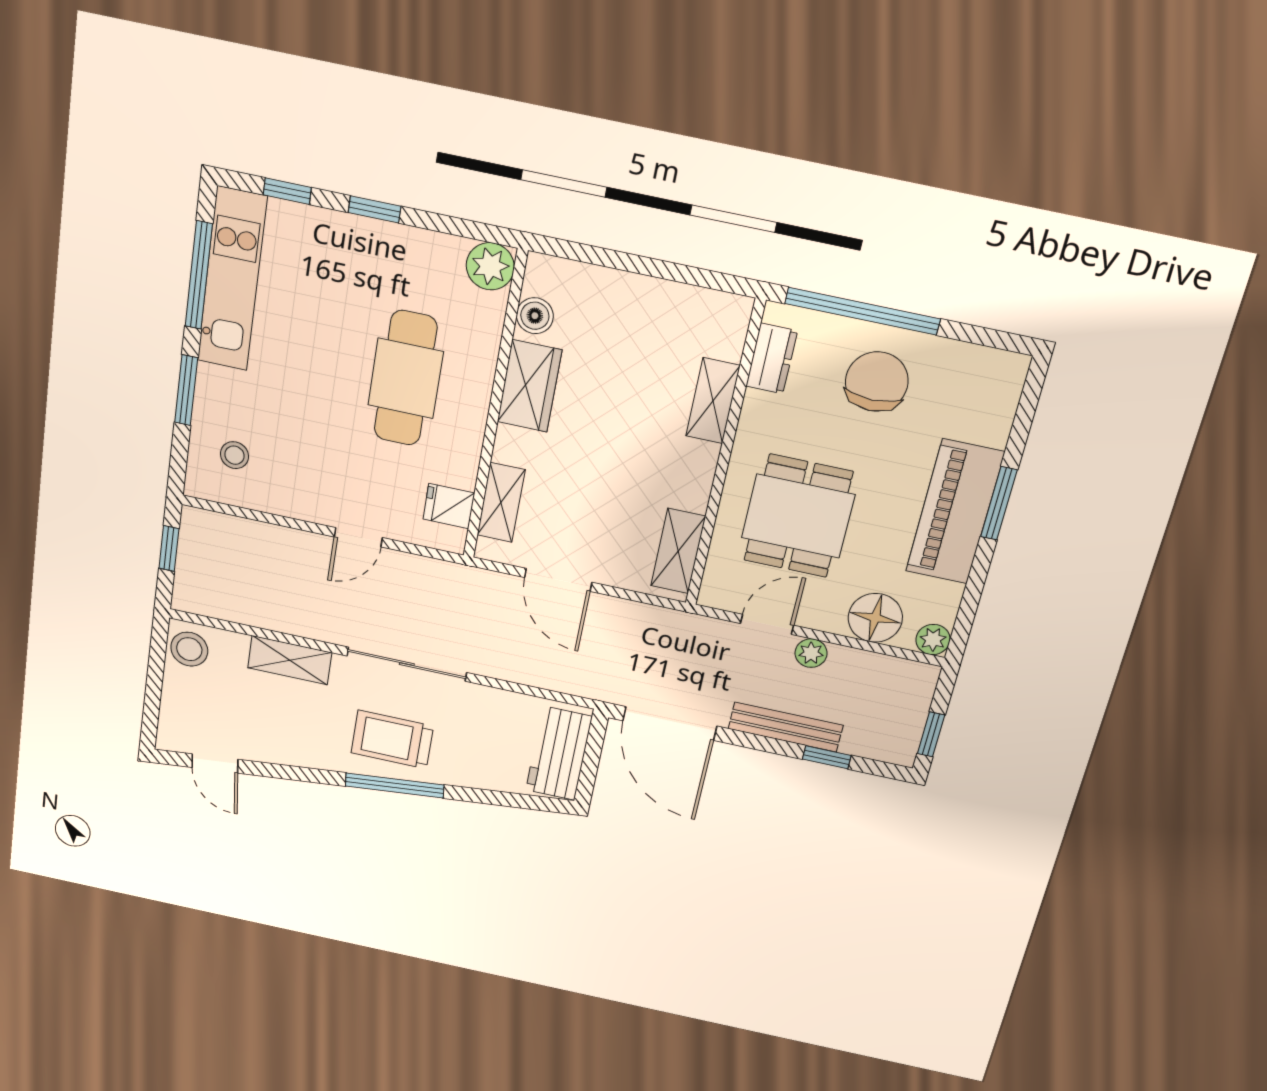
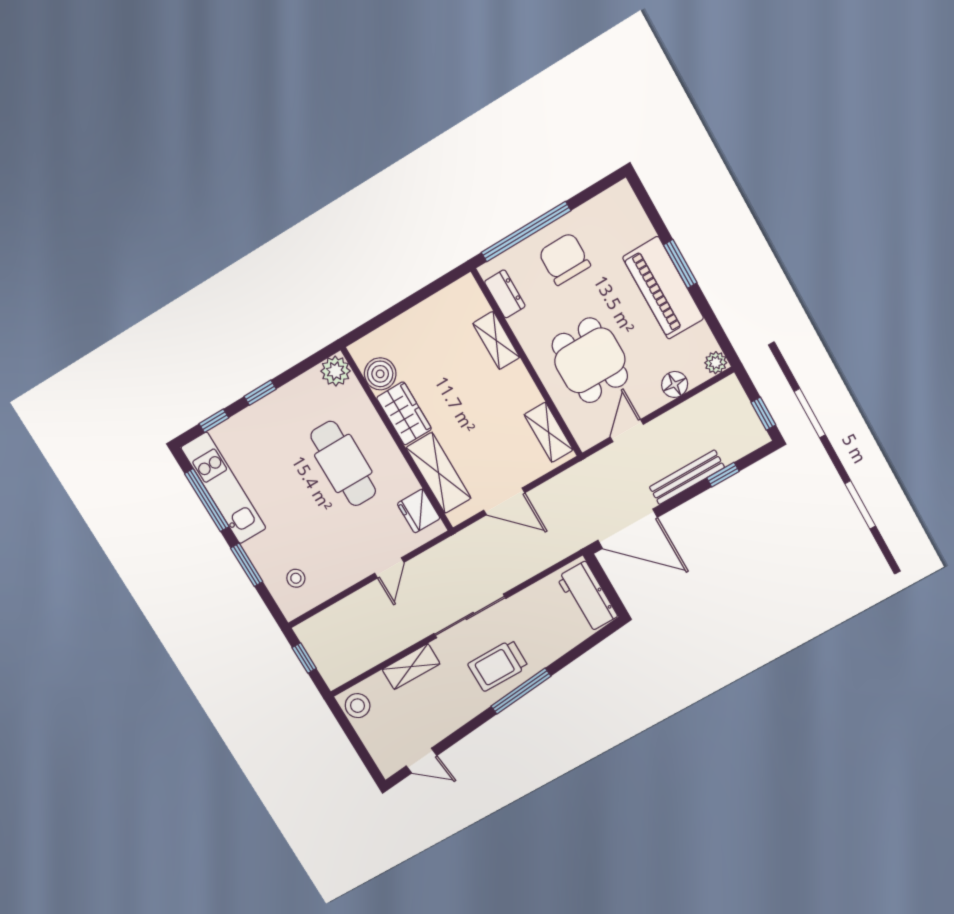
boiler: (535, 316) -> (380, 374), width x1.36, depth x1.36
shelving: (501, 502) -> (439, 473), width x1.50, depth x1.33
fridge: (449, 506) -> (419, 511), width x1.38
floor lamp: (875, 618) -> (675, 384), width x0.73, depth x0.73
plant: (811, 653) -> (662, 426), removed

